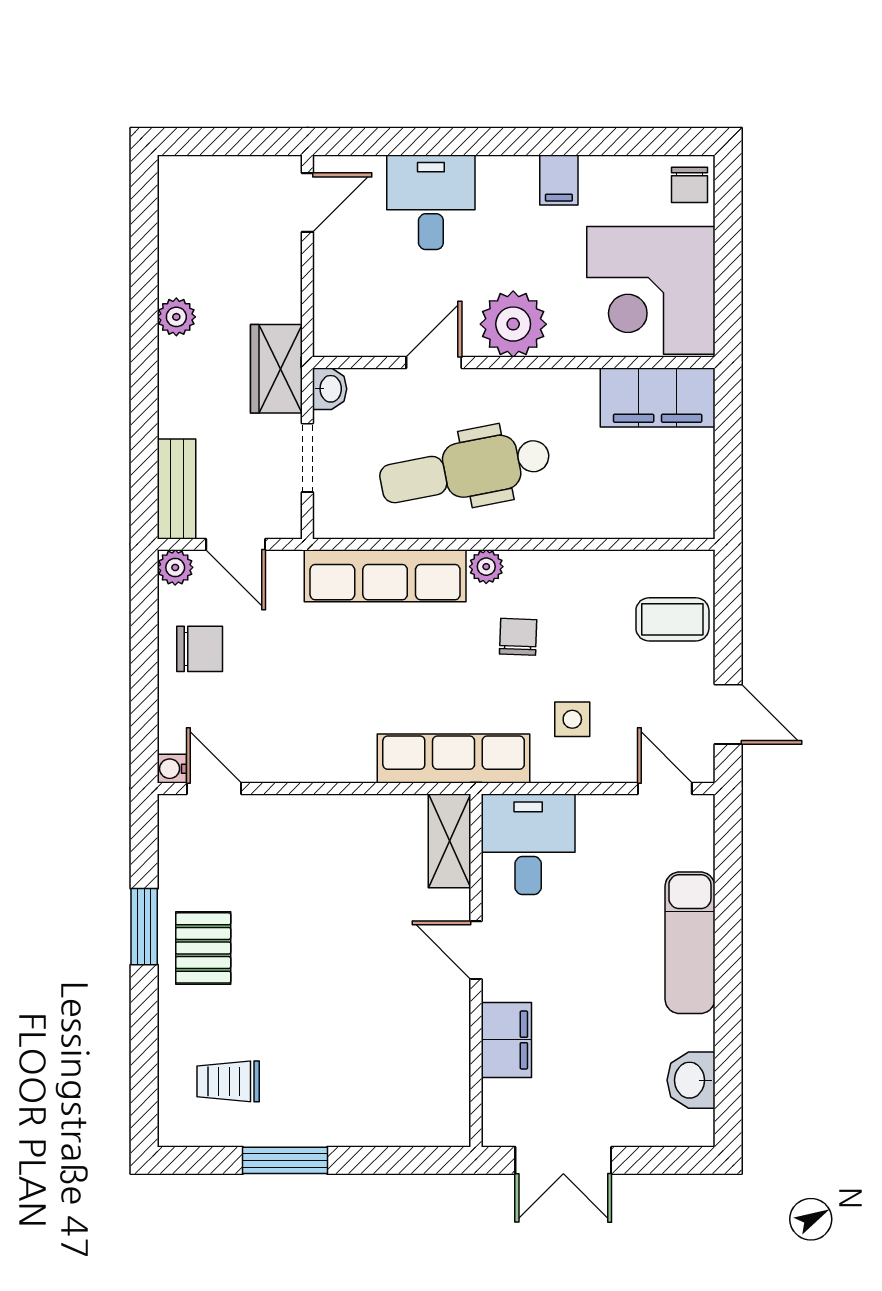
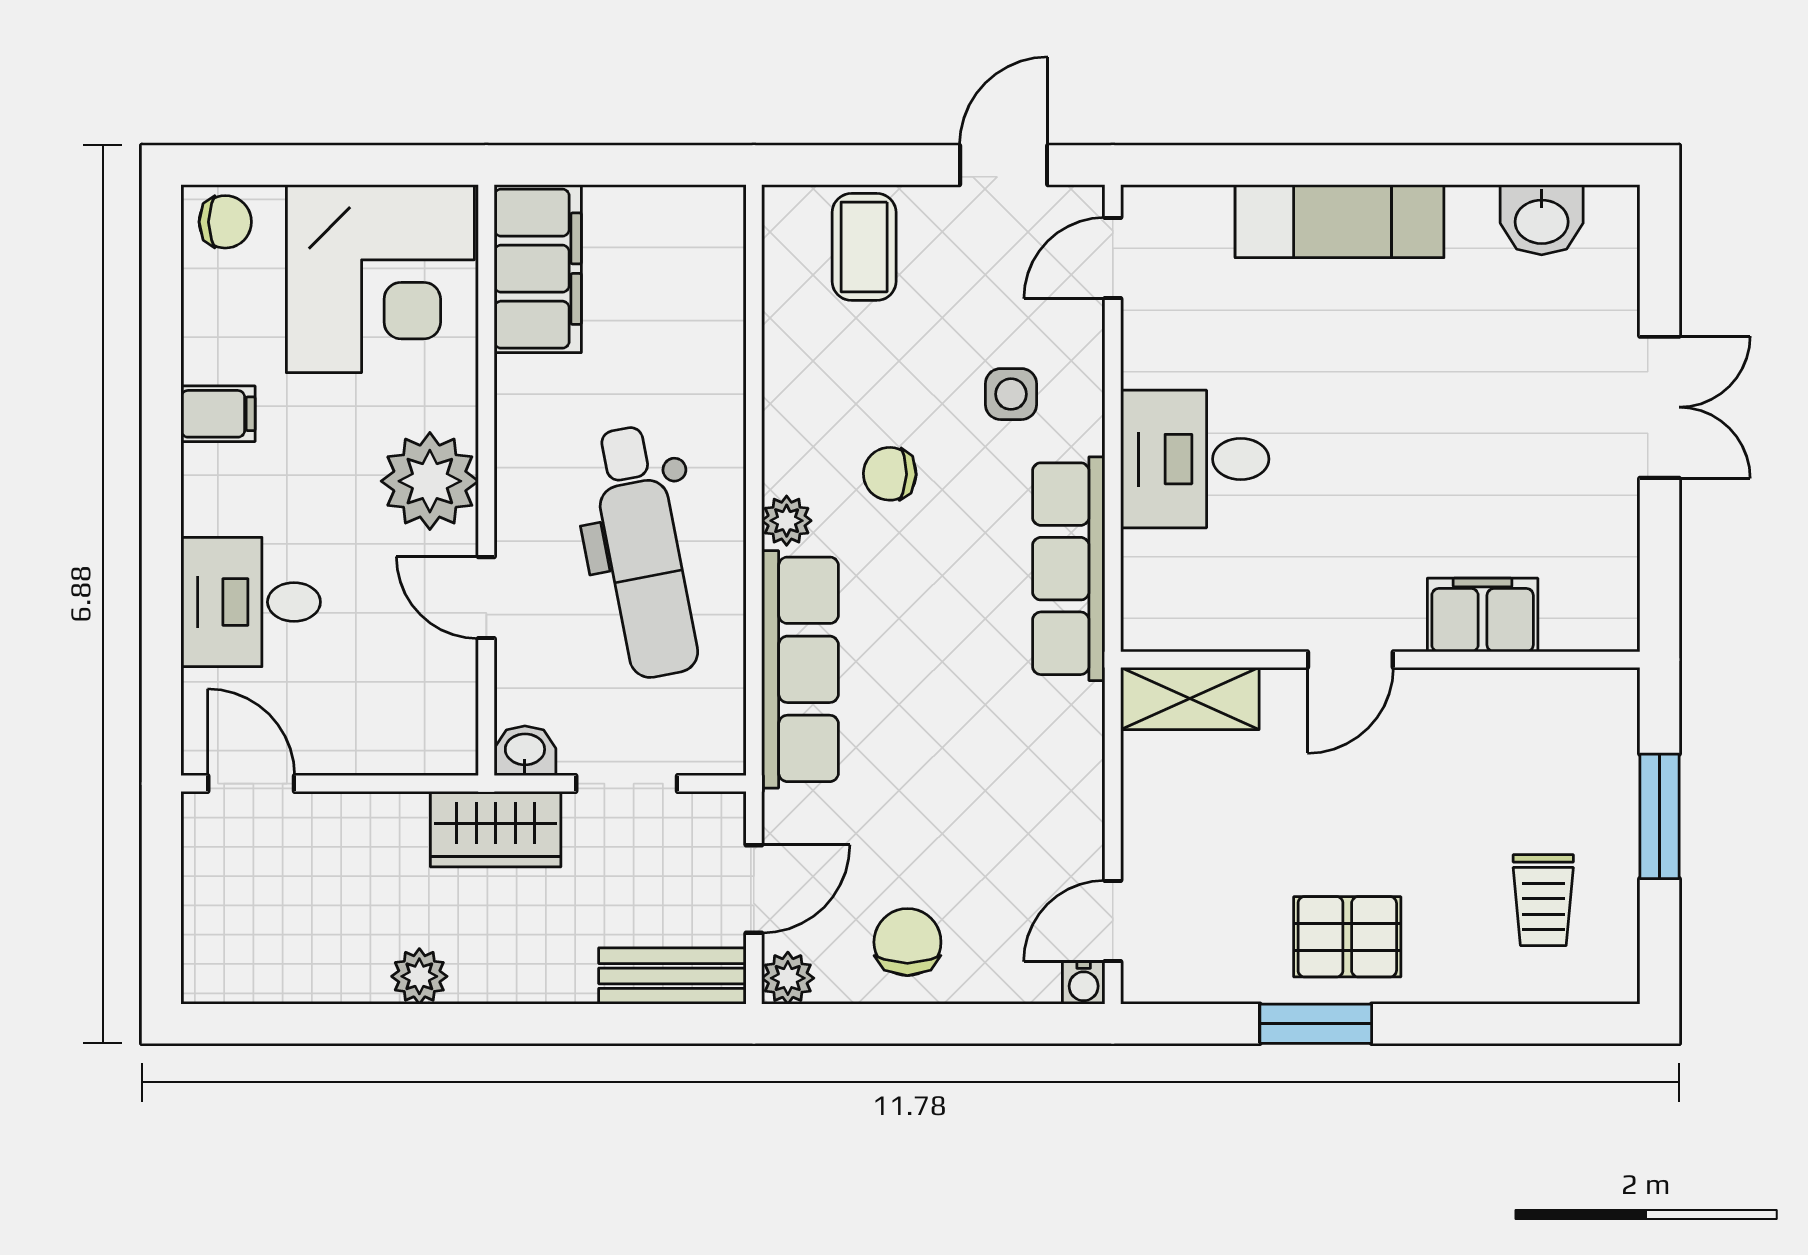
shelving: (450, 841) -> (1190, 699), moved
door: (476, 950) -> (1350, 660), moved
wall: (476, 970) -> (1380, 660), moved
filing cabinet: (506, 1040) -> (1483, 615), moved

